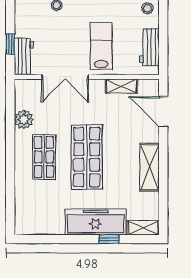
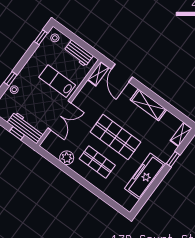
workbench: (24, 57) -> (26, 128), width x1.38
shelving: (121, 86) -> (98, 74), moved
door: (163, 112) -> (122, 73), hinge flipped
freezer: (96, 222) -> (145, 176), moved

